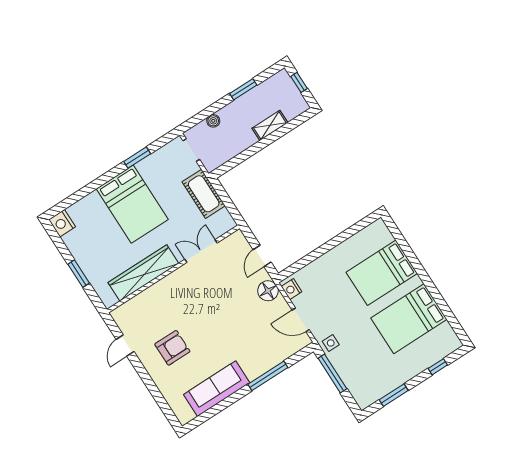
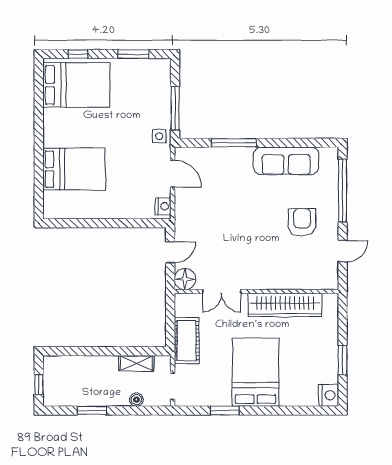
shelving: (270, 125) -> (136, 363), moved
window: (79, 274) -> (343, 360), moved
floor lamp: (268, 291) -> (185, 279), moved
bed: (409, 319) -> (76, 85), moved
armchair: (172, 348) -> (302, 222), turned 90
window: (156, 394) -> (343, 191), added

